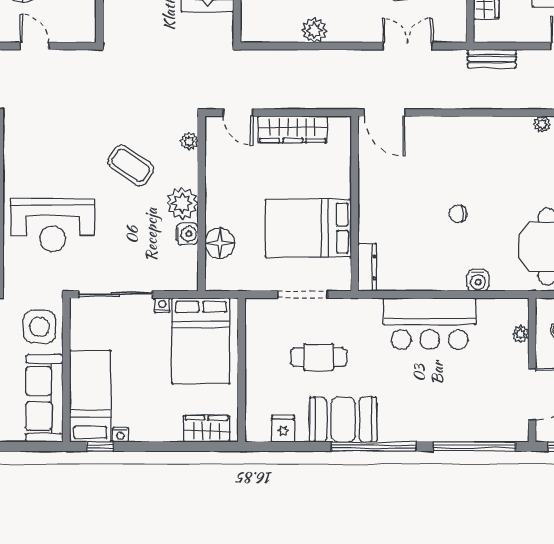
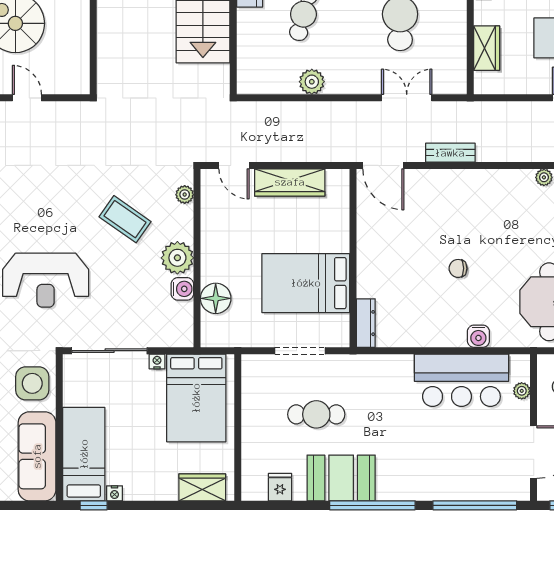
bench: (492, 59) -> (450, 153), moved
bar counter: (430, 324) -> (461, 380), moved

